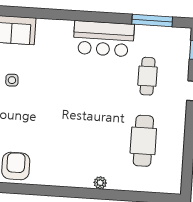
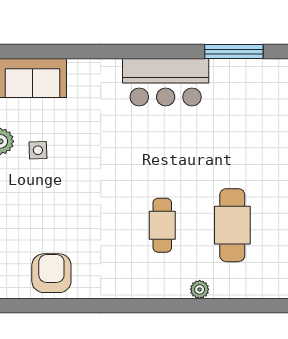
cafe table: (148, 76) -> (162, 225), moved
plant: (100, 183) -> (200, 289), moved

